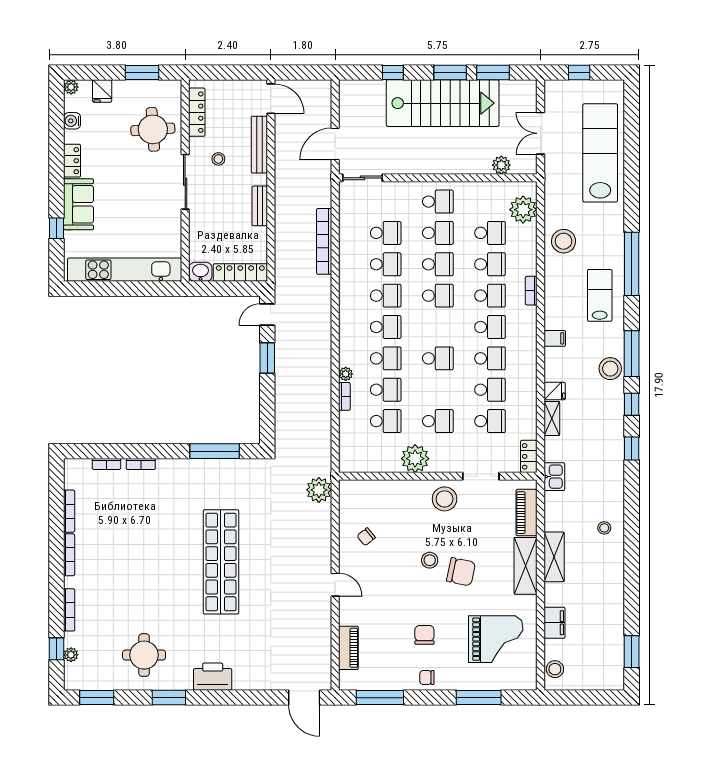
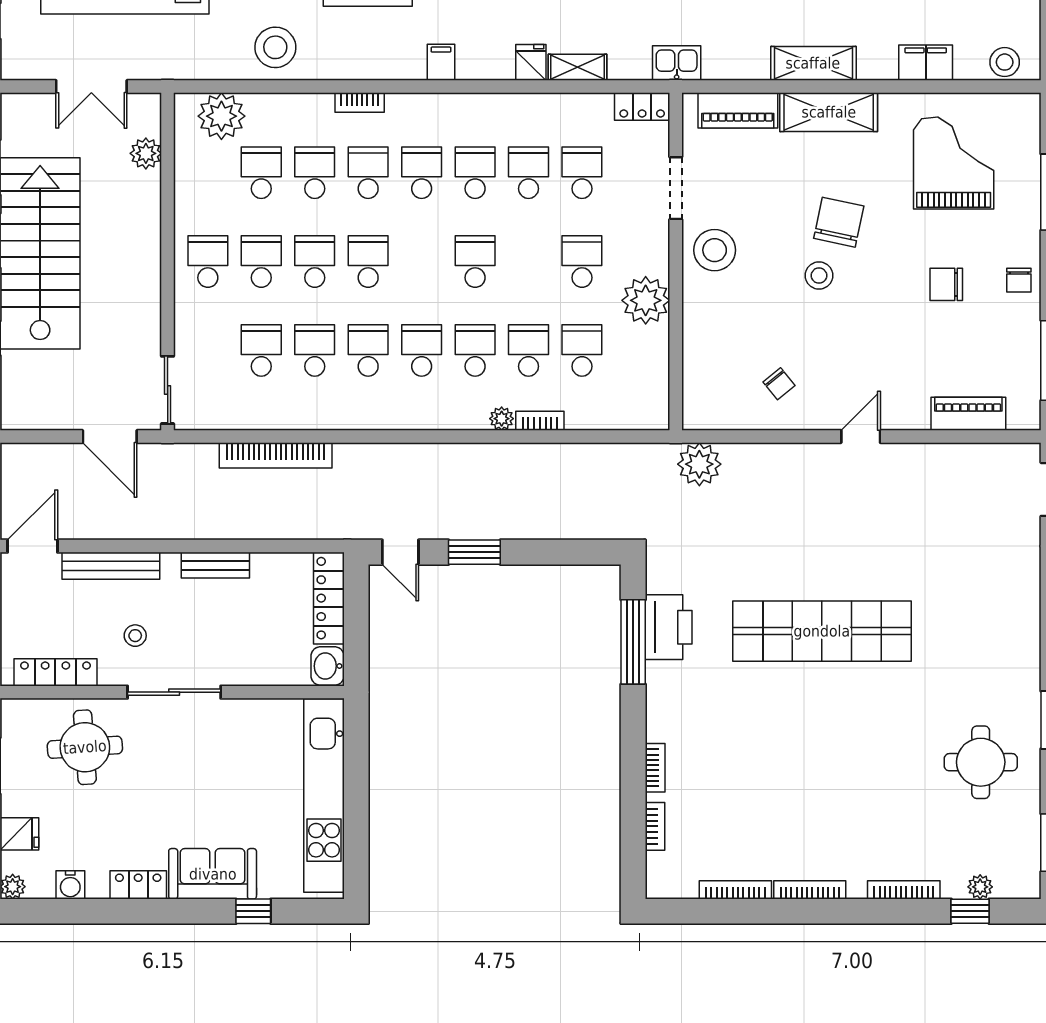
printer: (213, 677) -> (669, 627), moved, turned 180

